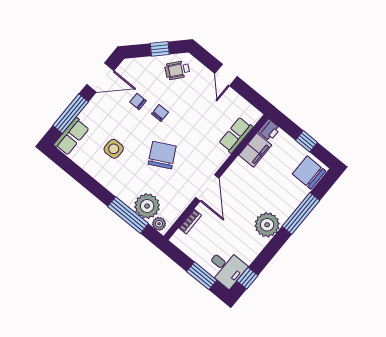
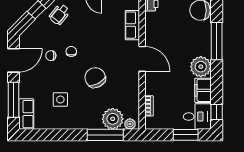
filing cabinet: (255, 150) -> (203, 90), moved, turned 180
door: (207, 188) -> (142, 59), moved

